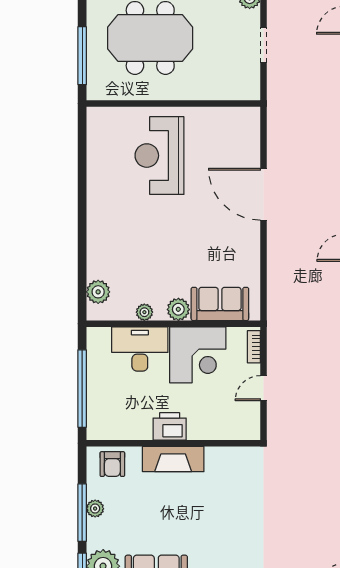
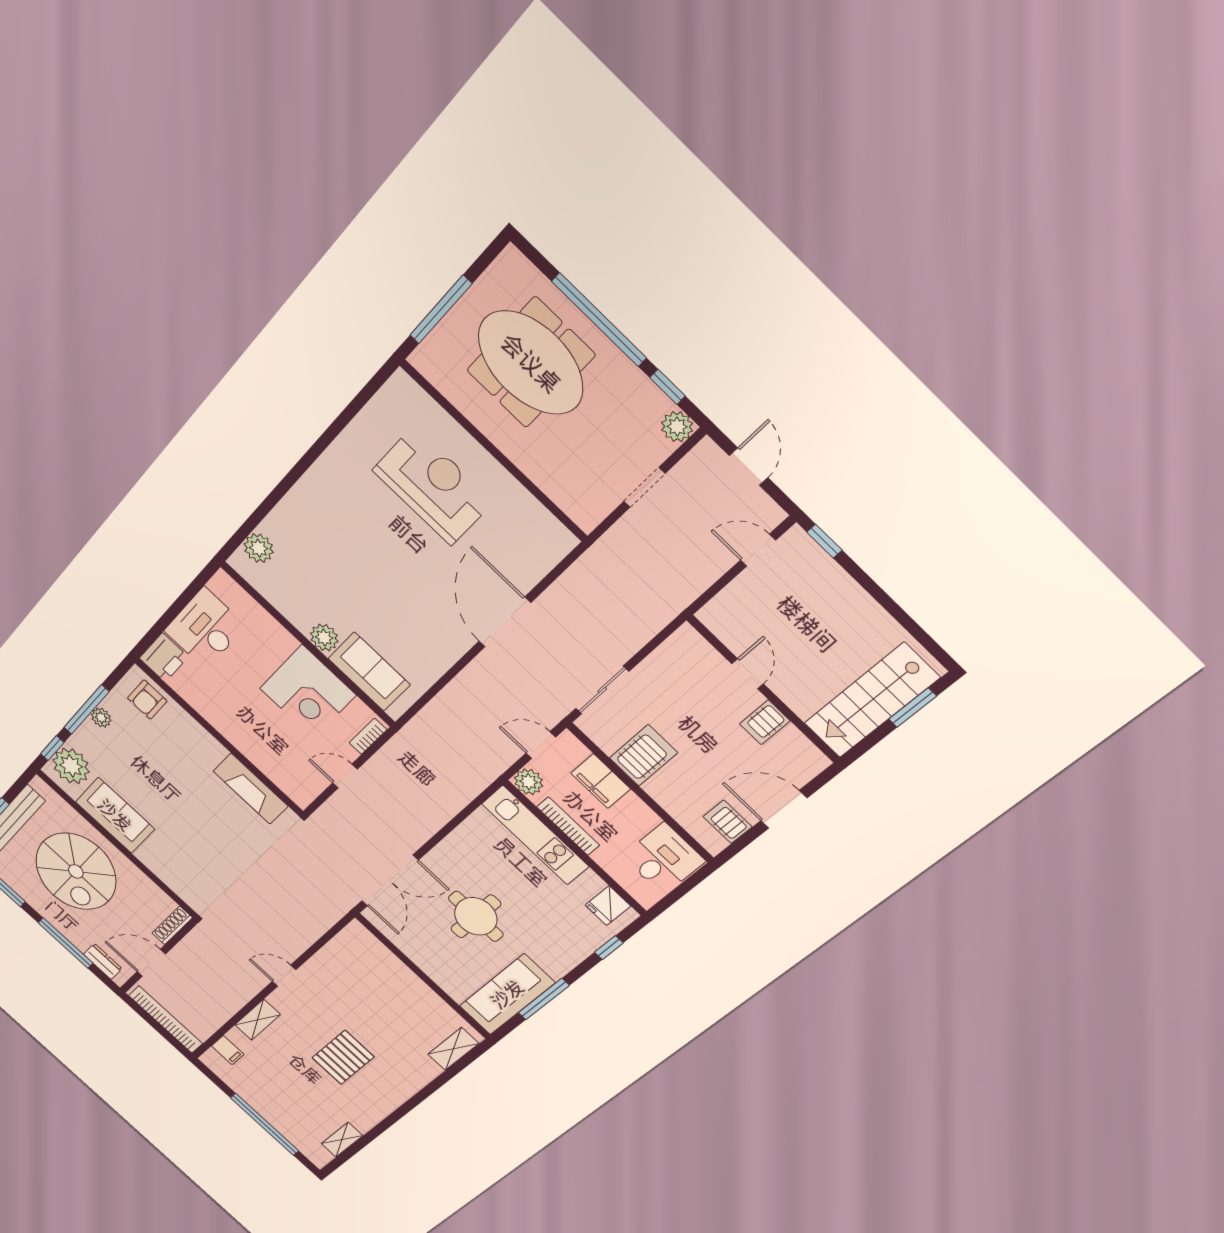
reception desk: (159, 156) -> (433, 486), turned 90
plant: (144, 312) -> (289, 609), removed
desk: (140, 349) -> (205, 628), moved, turned -90
window: (82, 389) -> (171, 614), removed
printer: (170, 426) -> (164, 658), moved, turned 90
fireplace: (173, 459) -> (251, 789), moved

